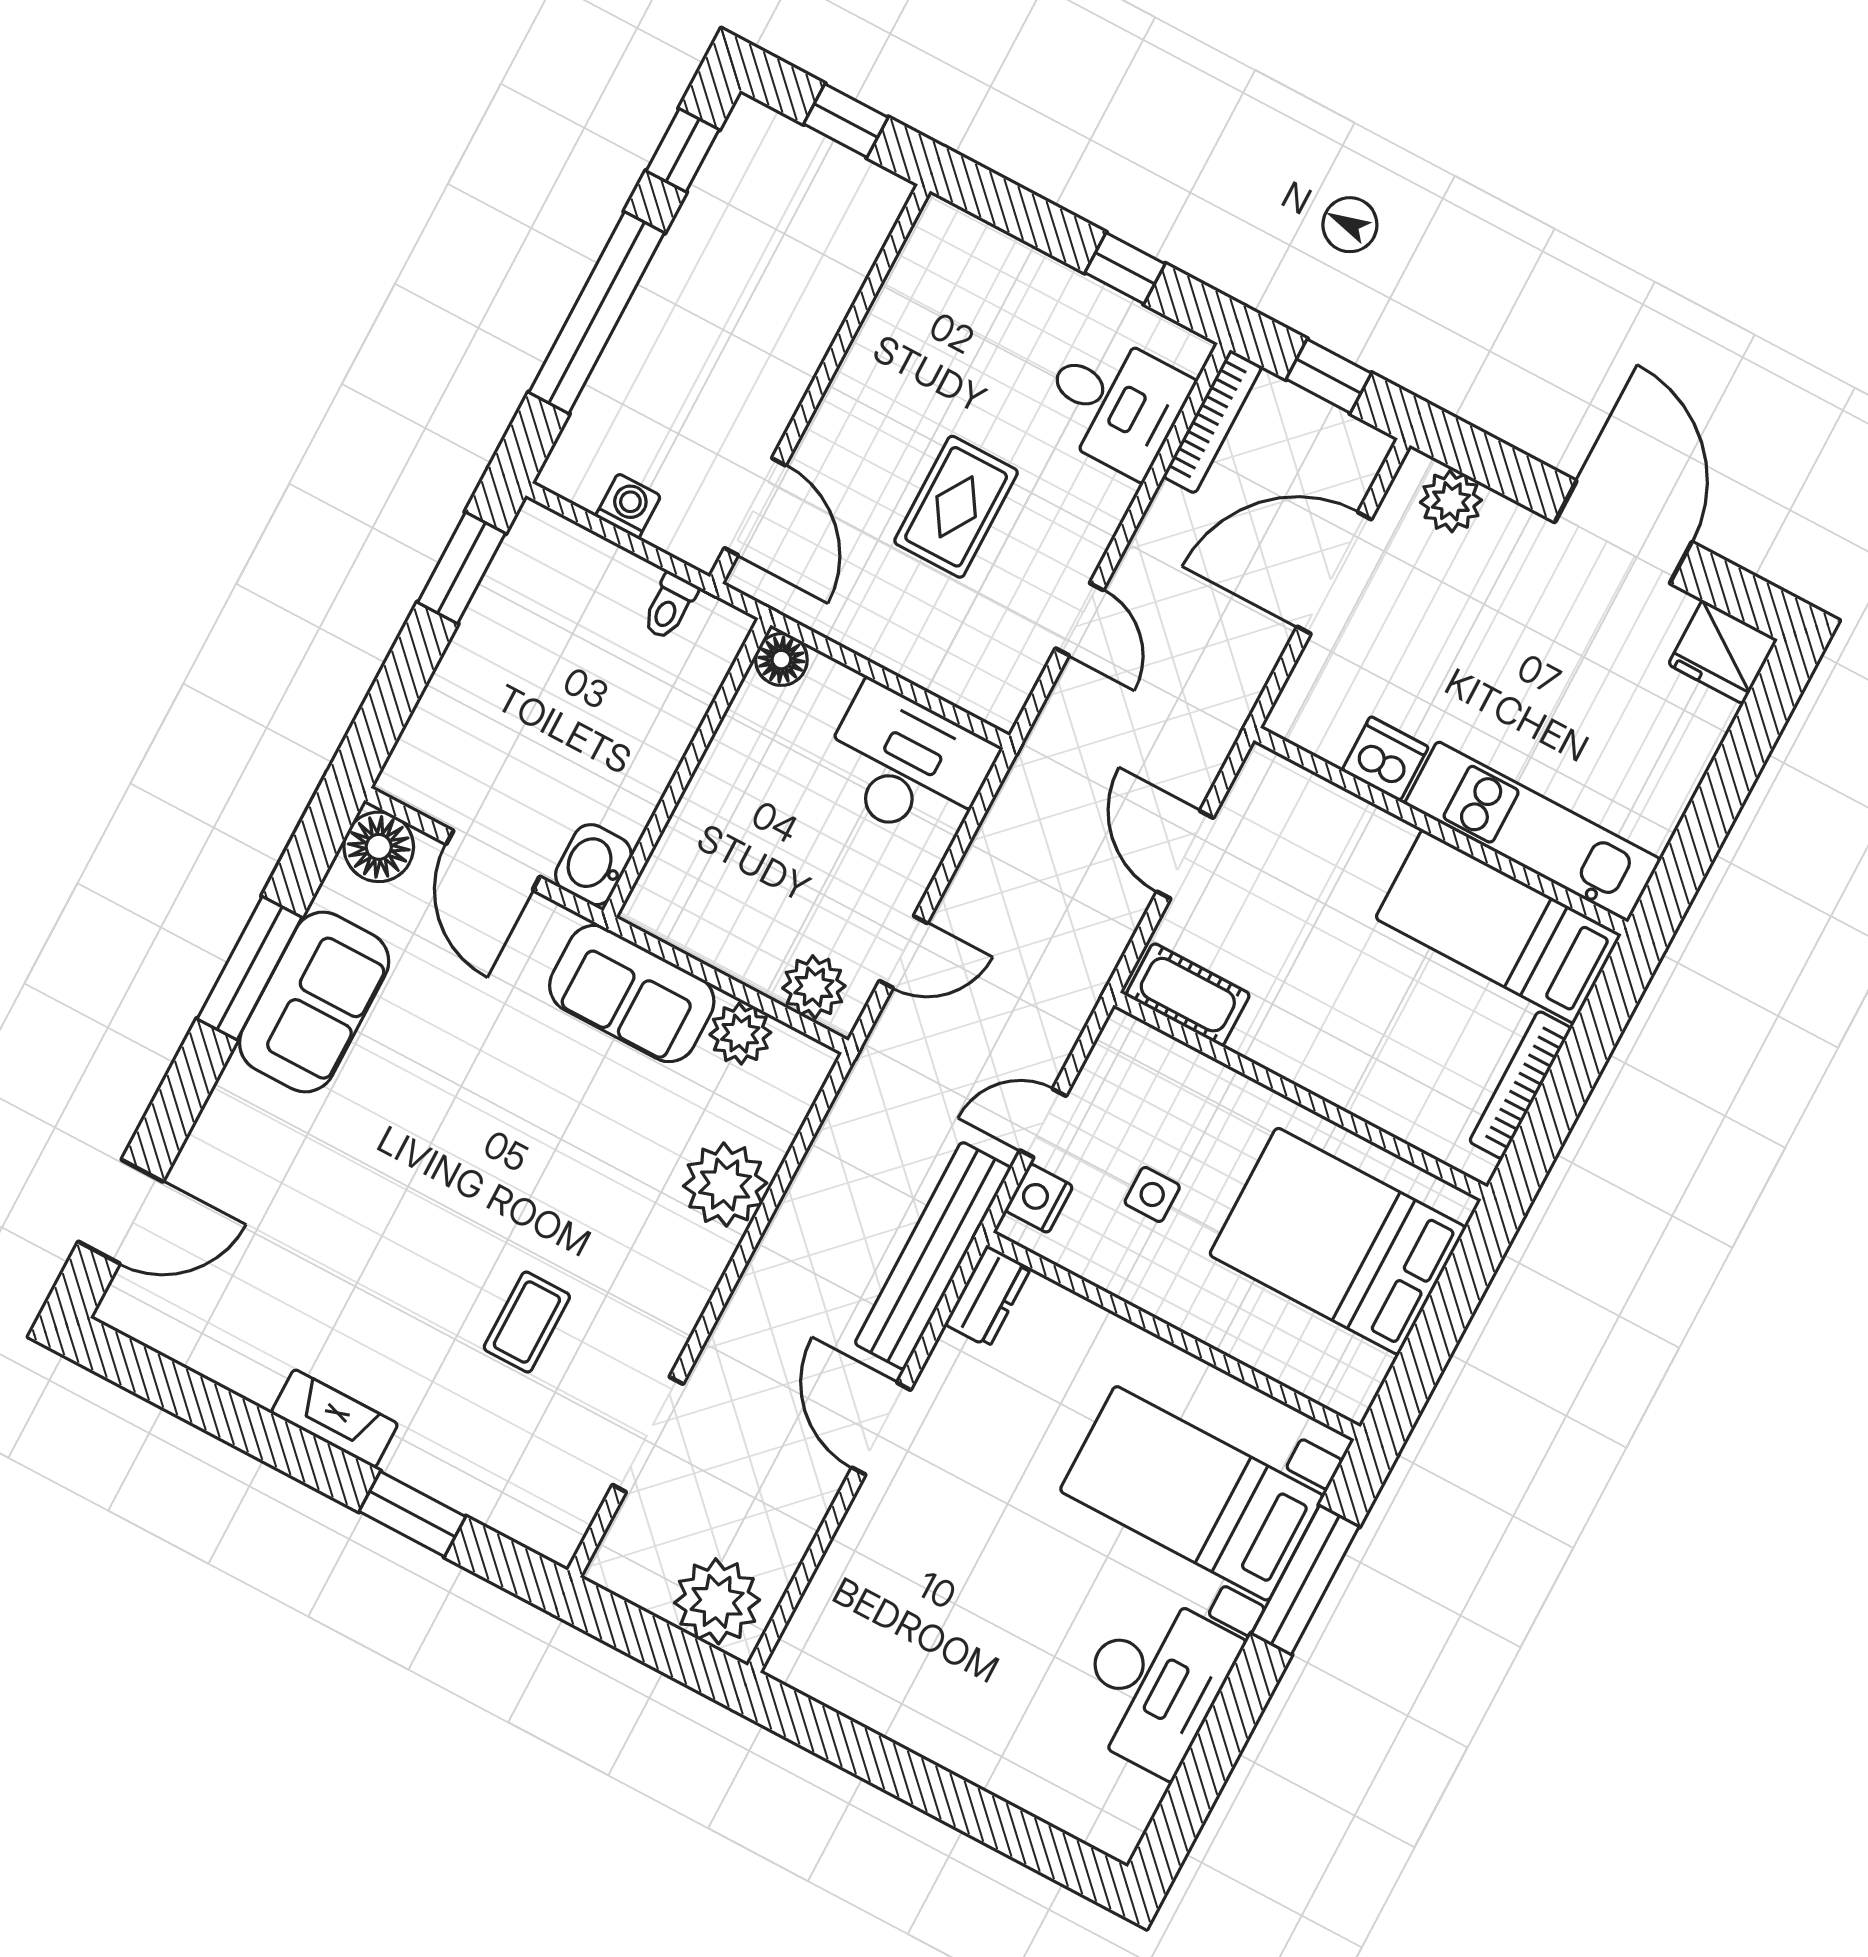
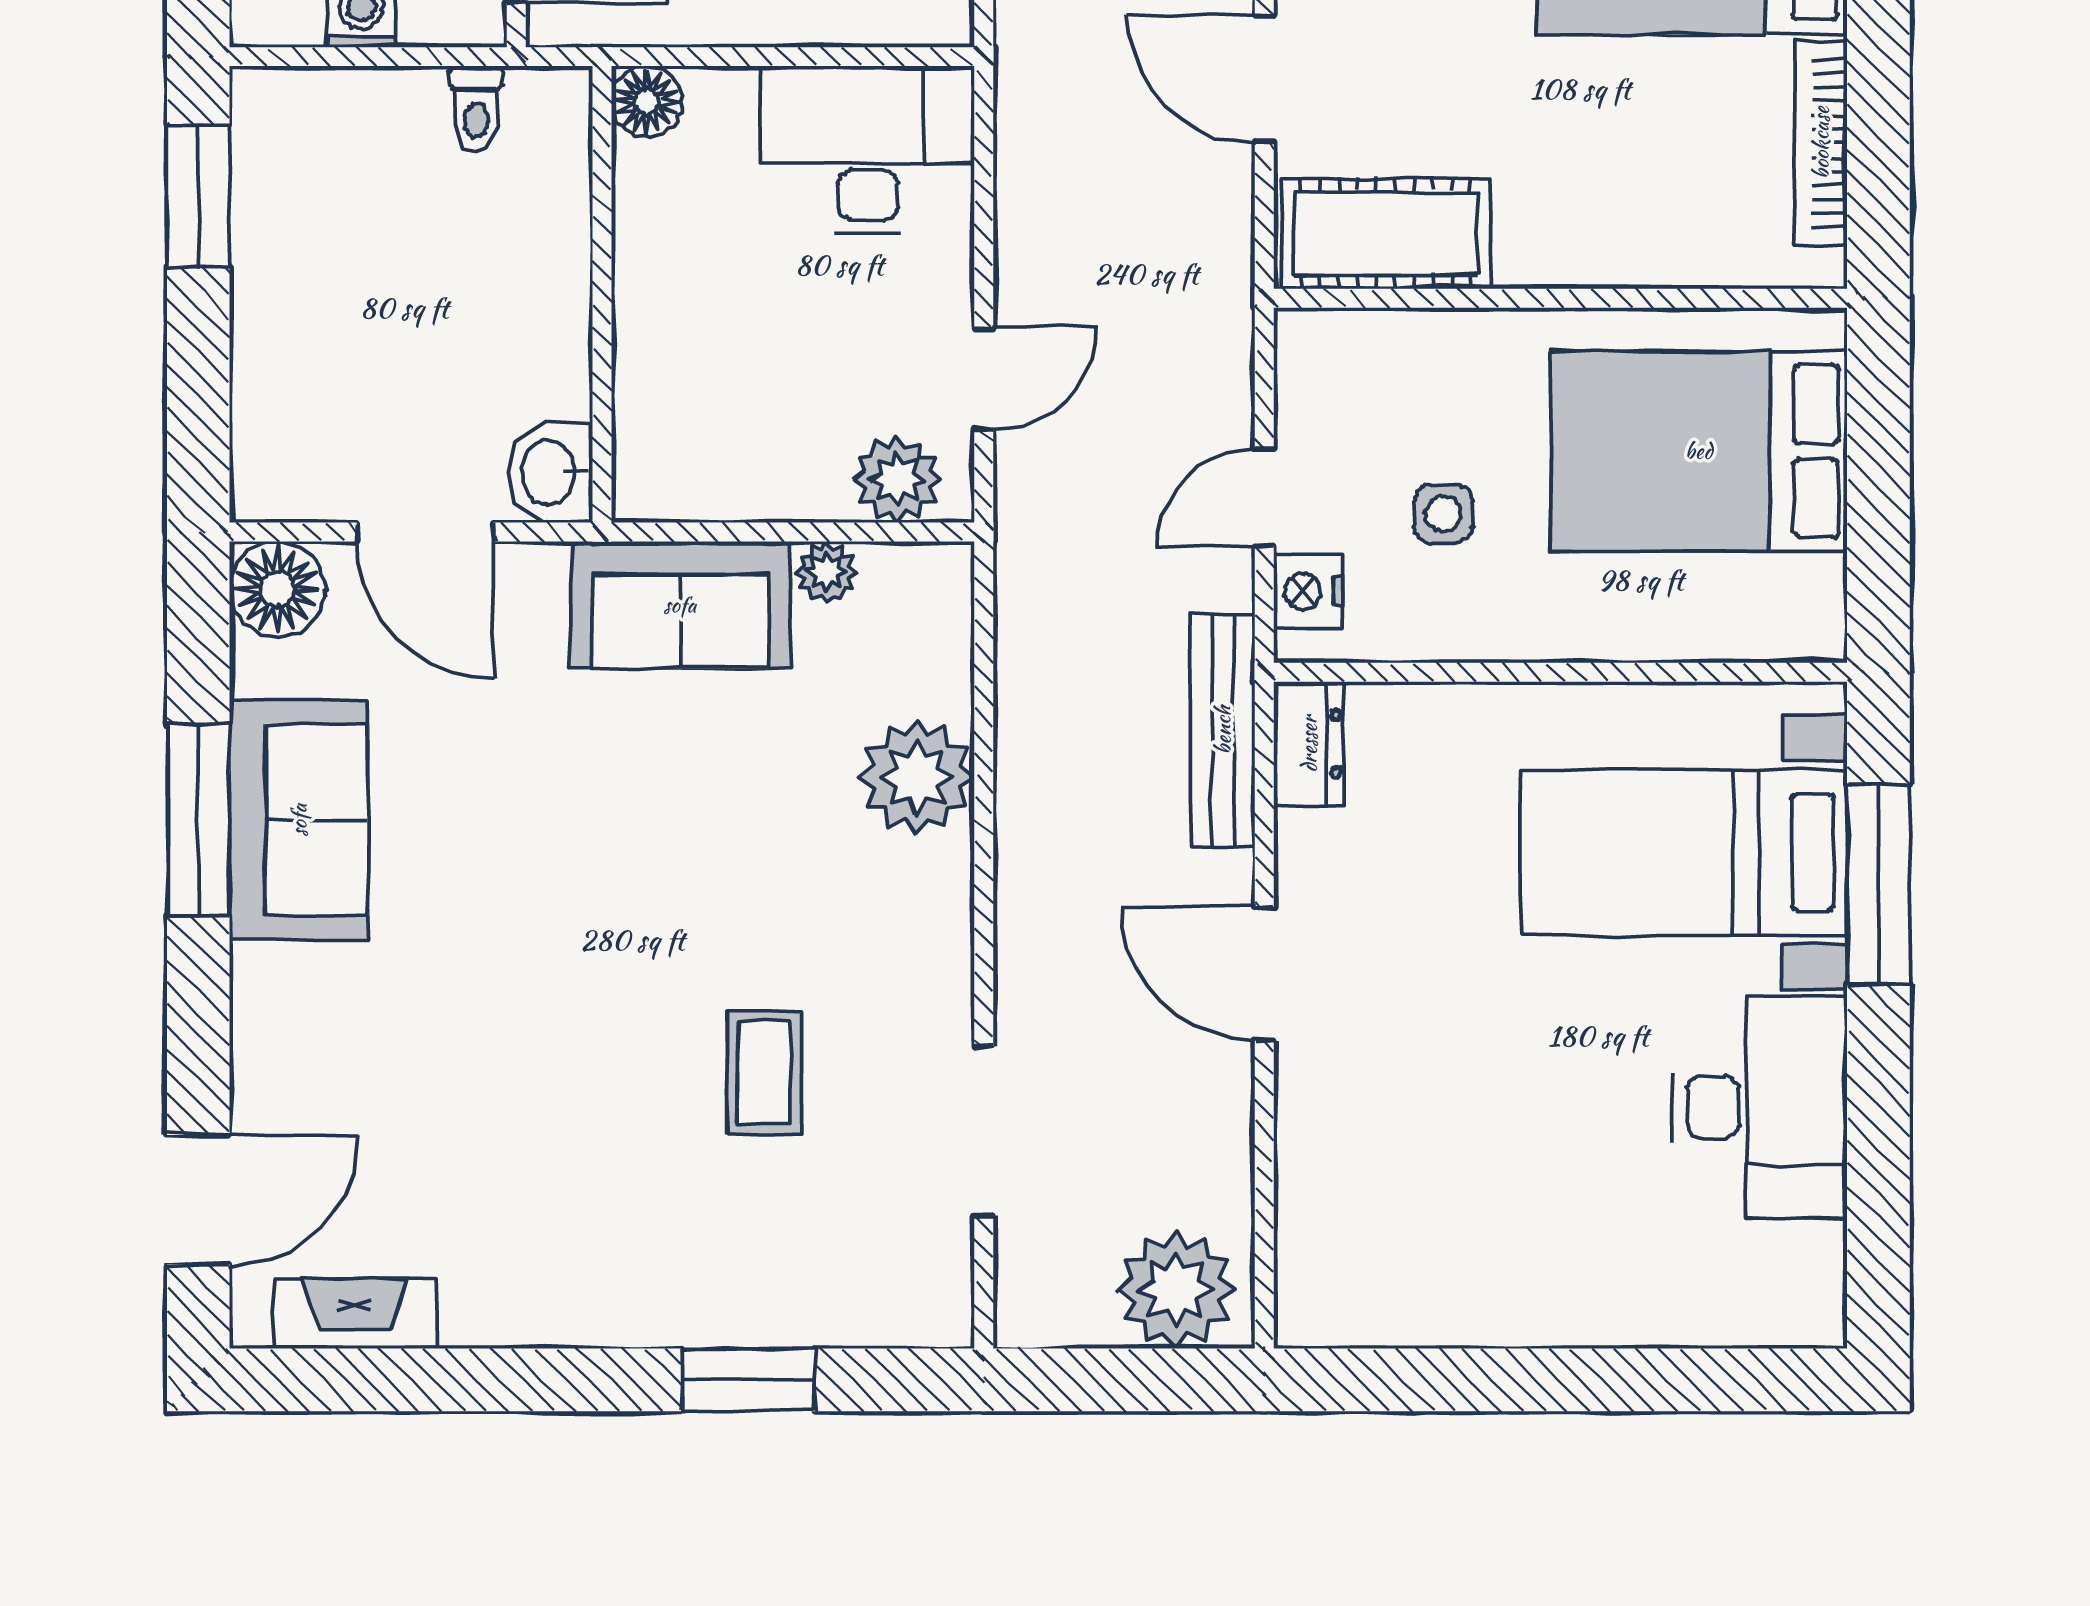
cot: (1188, 995) -> (1386, 233), width x1.37, depth x1.34
plant: (740, 1034) -> (827, 572), width x0.73, depth x0.73
bench: (933, 1256) -> (1223, 730), width x0.73, depth x0.82
fireplace: (334, 1418) -> (355, 1314), moved

